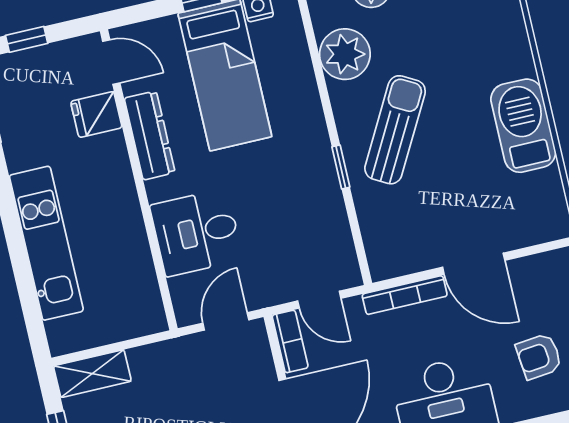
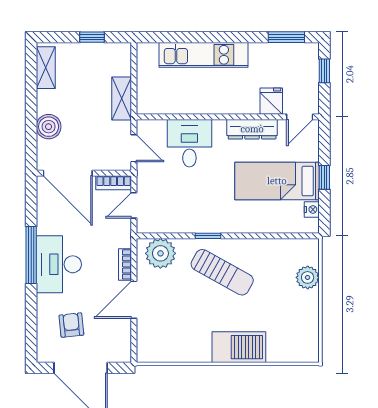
plant: (345, 54) -> (160, 253), moved
barbecue: (523, 126) -> (239, 347), moved
bookcase: (405, 295) -> (125, 264), width x0.64
shelving: (92, 374) -> (122, 99), moved

